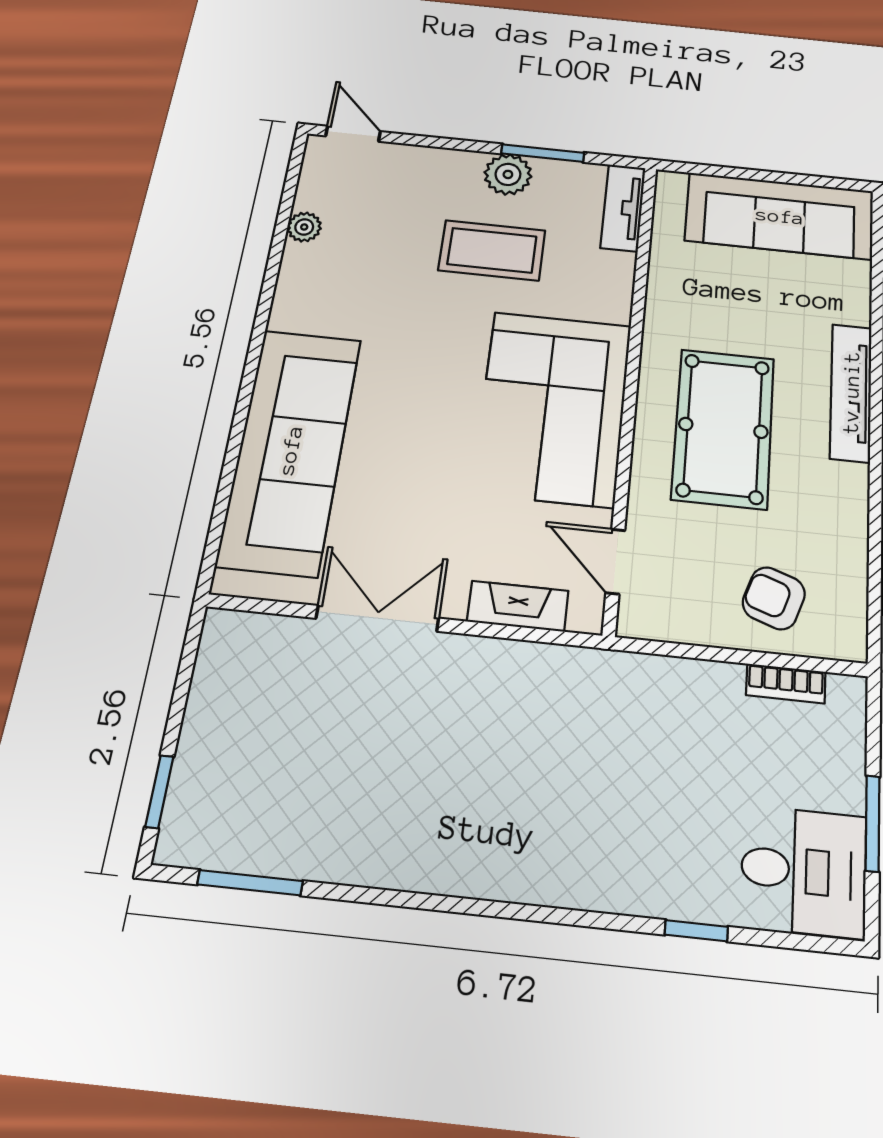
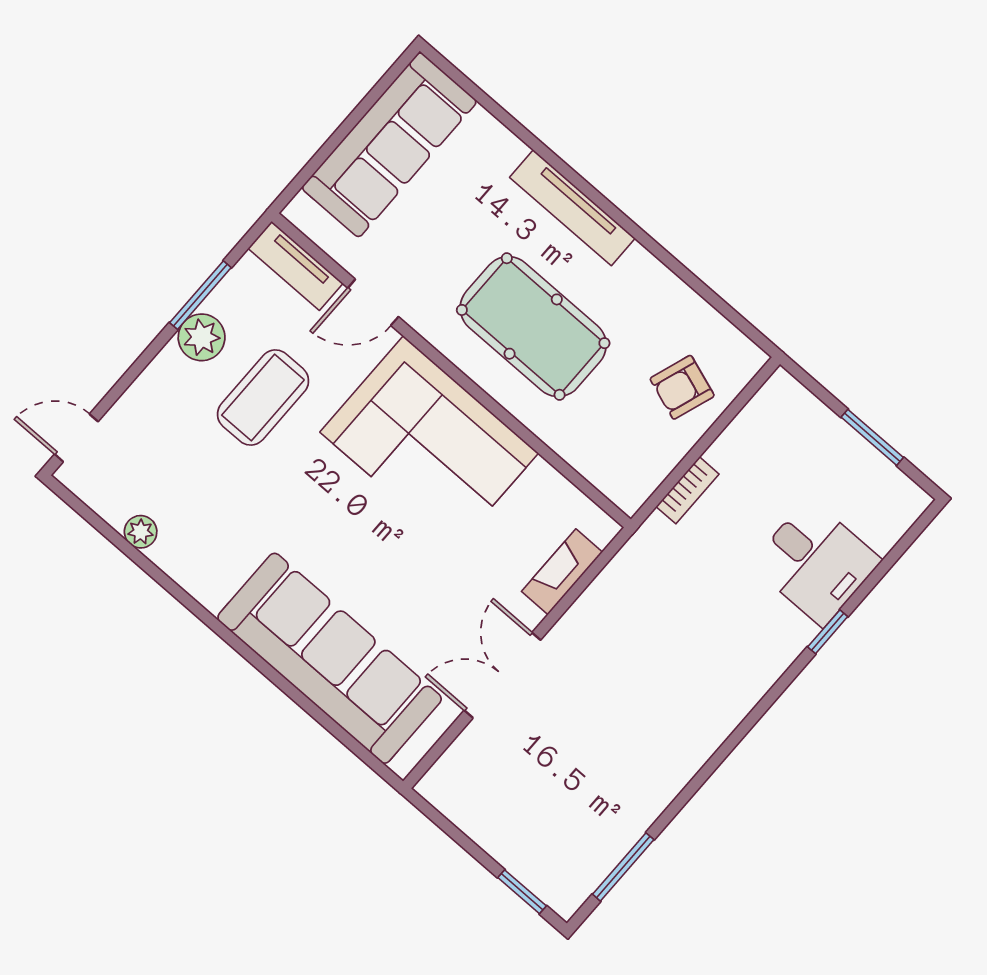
door: (615, 561) -> (373, 302), moved
bookcase: (786, 683) -> (688, 490), moved
desk: (804, 871) -> (816, 562), moved, turned 90
window: (696, 931) -> (828, 632), moved

